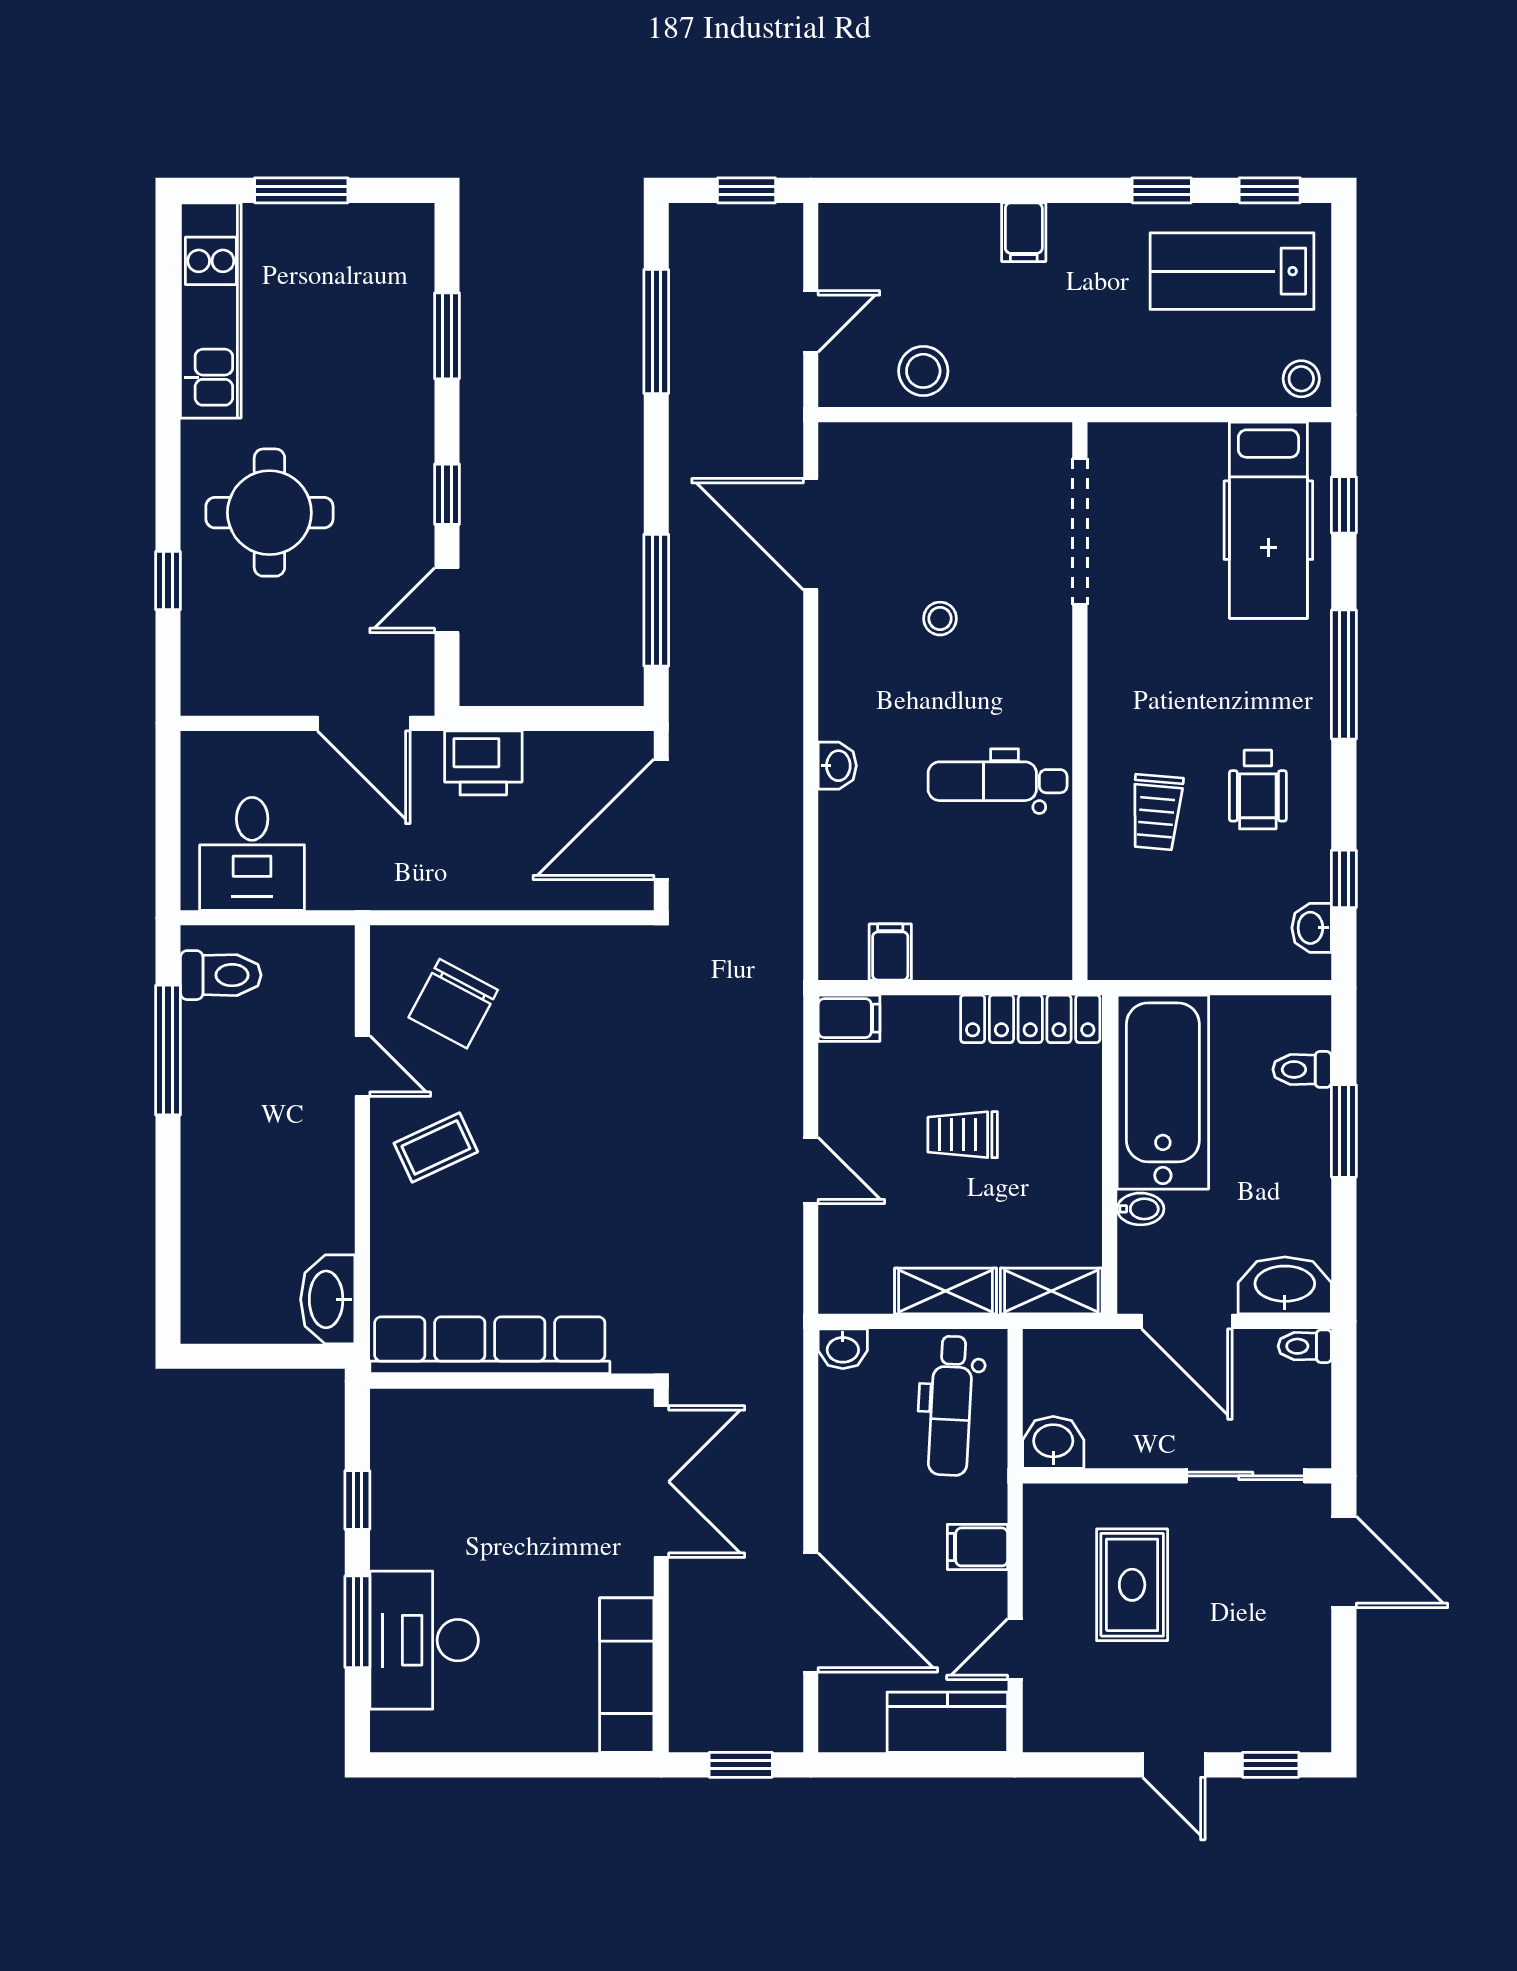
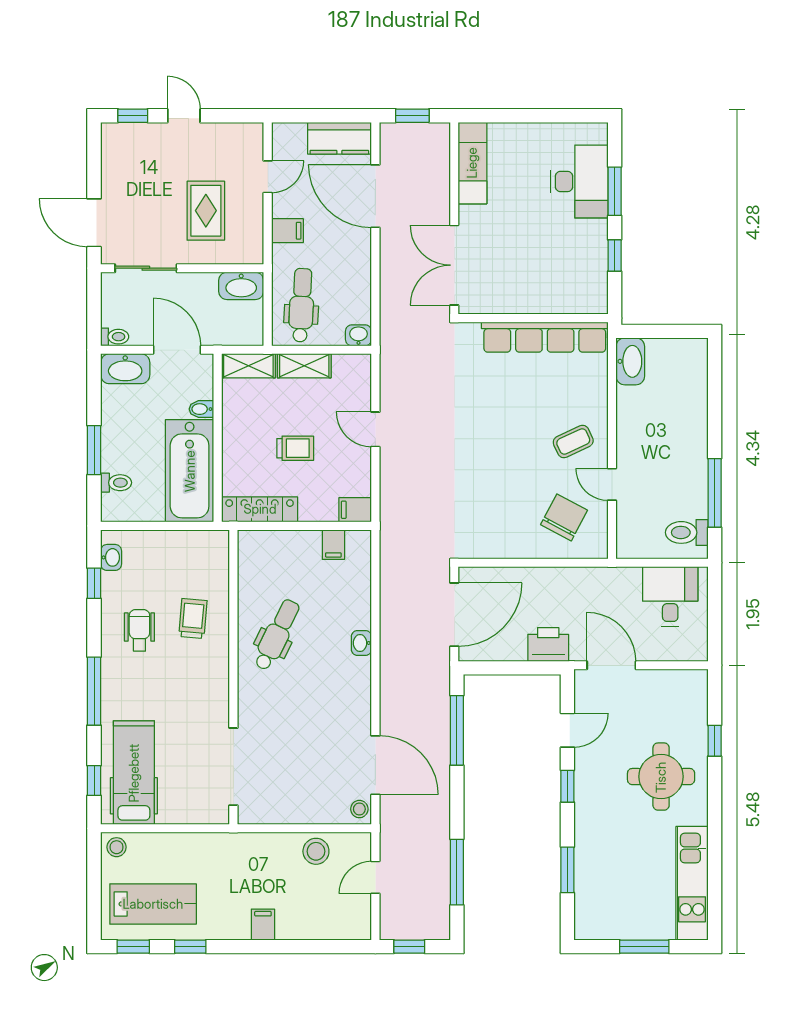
stool: (940, 619) -> (359, 809), moved
dental chair: (998, 781) -> (277, 635), turned -64
washbasin: (1053, 1442) -> (241, 286), width x1.38
kitchen counter: (947, 1722) -> (339, 138), moved

